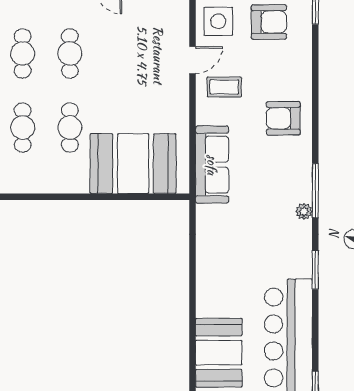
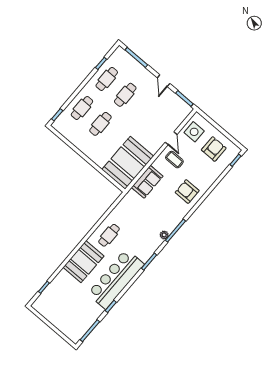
armchair: (269, 22) -> (214, 149), turned -90
door: (192, 60) -> (171, 138), hinge flipped
booth: (133, 164) -> (128, 163), moved, turned 90
sofa: (212, 165) -> (147, 182), width x0.73
cafe table: (223, 281) -> (109, 235), added

